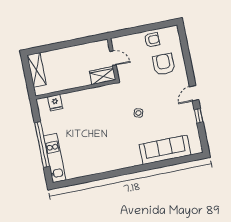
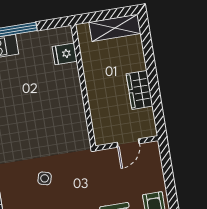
wardrobe: (103, 76) -> (139, 90), moved, turned 180

